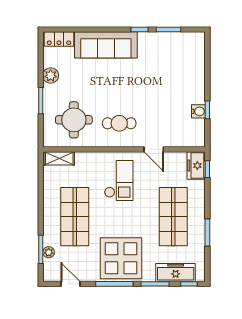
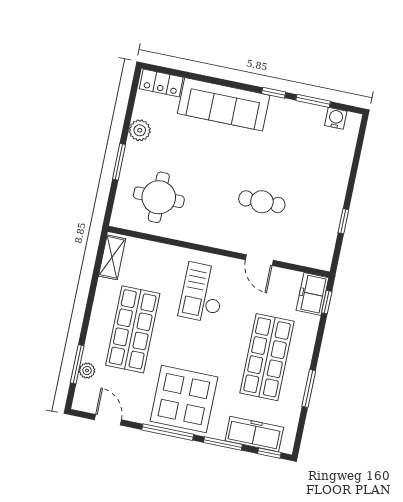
water cooler: (198, 111) -> (336, 118), moved, turned -90
cafe table: (119, 123) -> (262, 202), moved
shelving: (59, 158) -> (112, 257), moved, turned 90
checkout: (119, 181) -> (203, 293), turned 180

